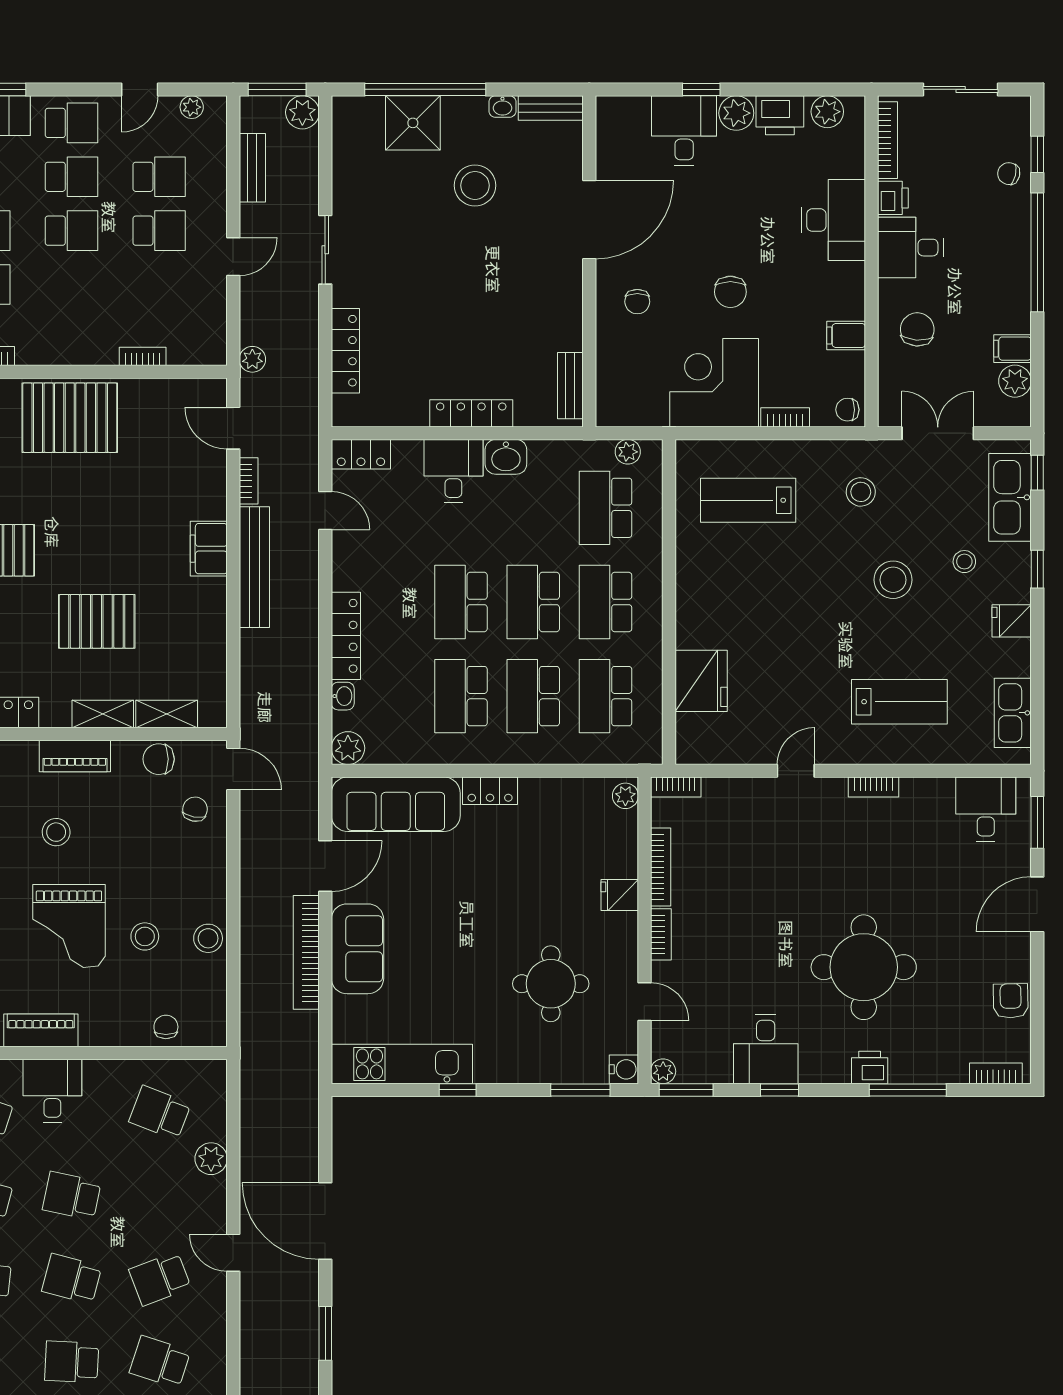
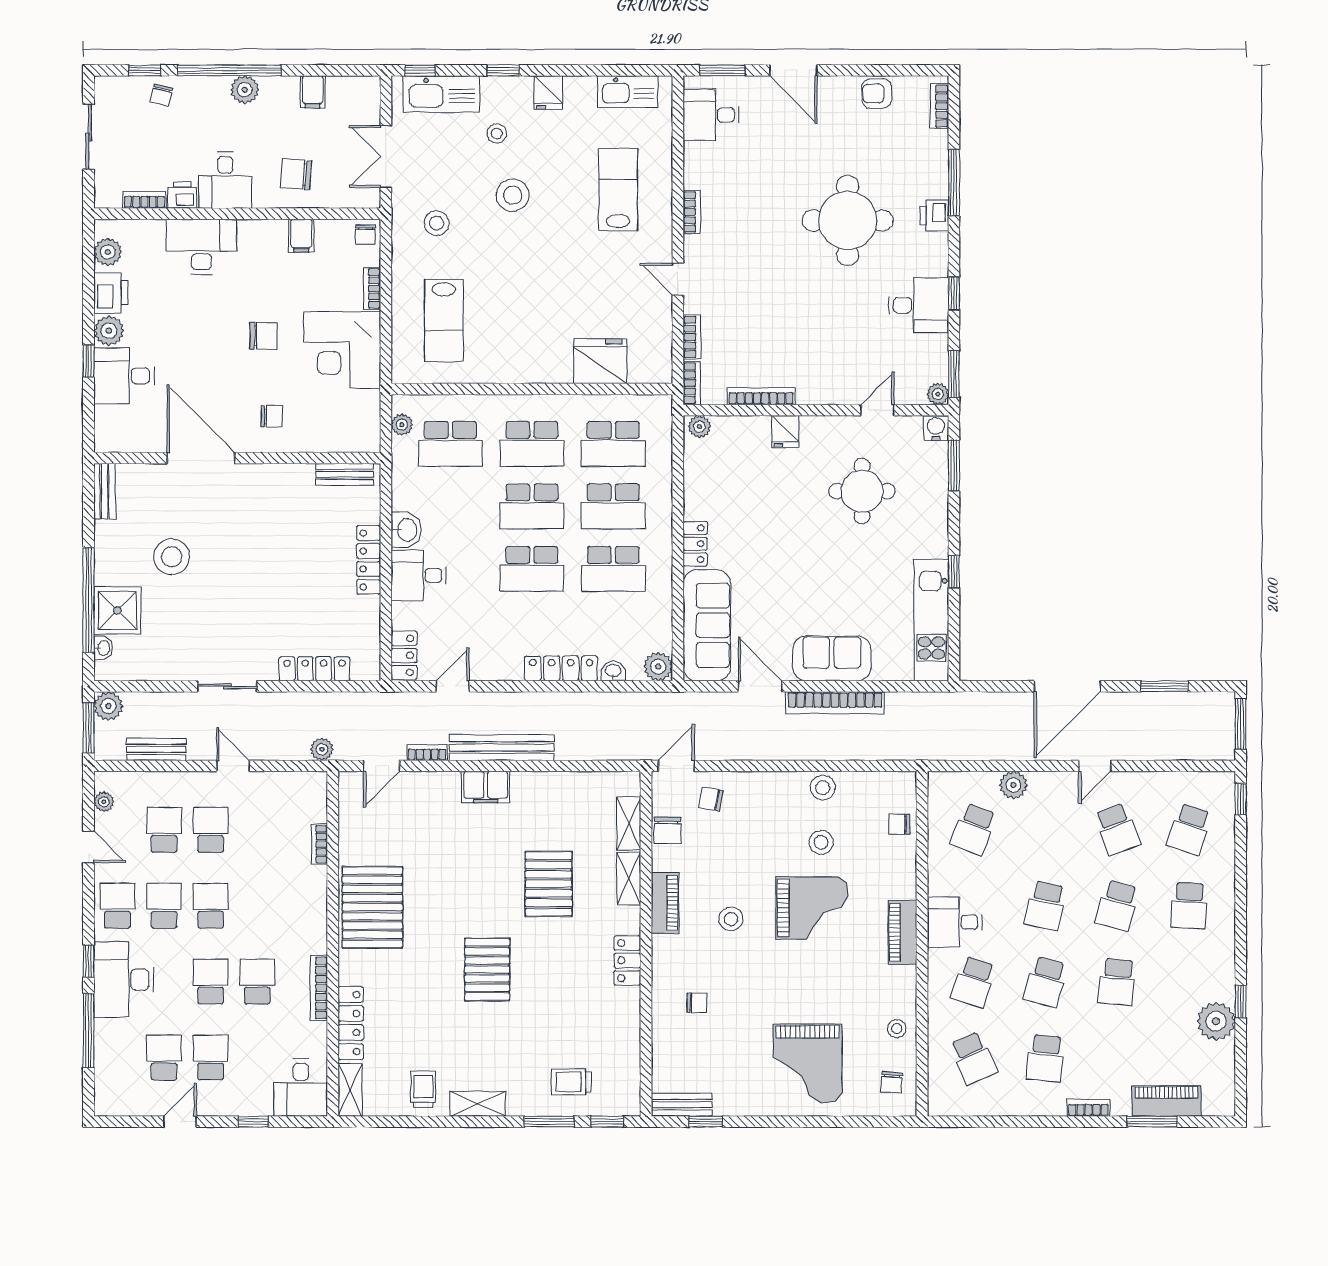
washbasin: (502, 107) -> (103, 648), moved
bookcase: (888, 140) -> (144, 200), width x0.64
plant: (1015, 381) -> (245, 90), moved
bookcase: (661, 934) -> (692, 337), moved, turned 90

